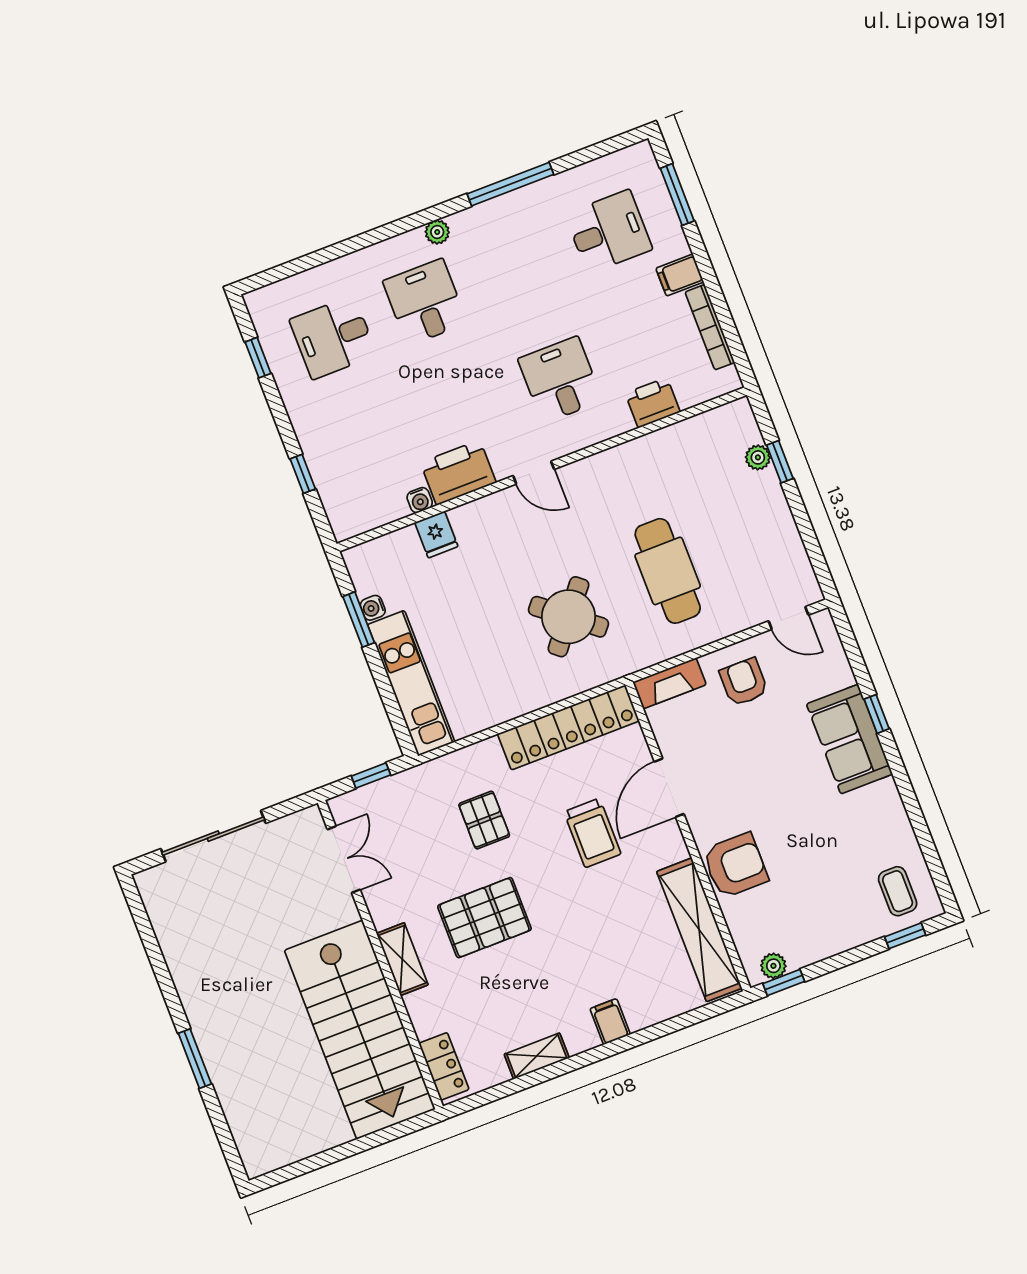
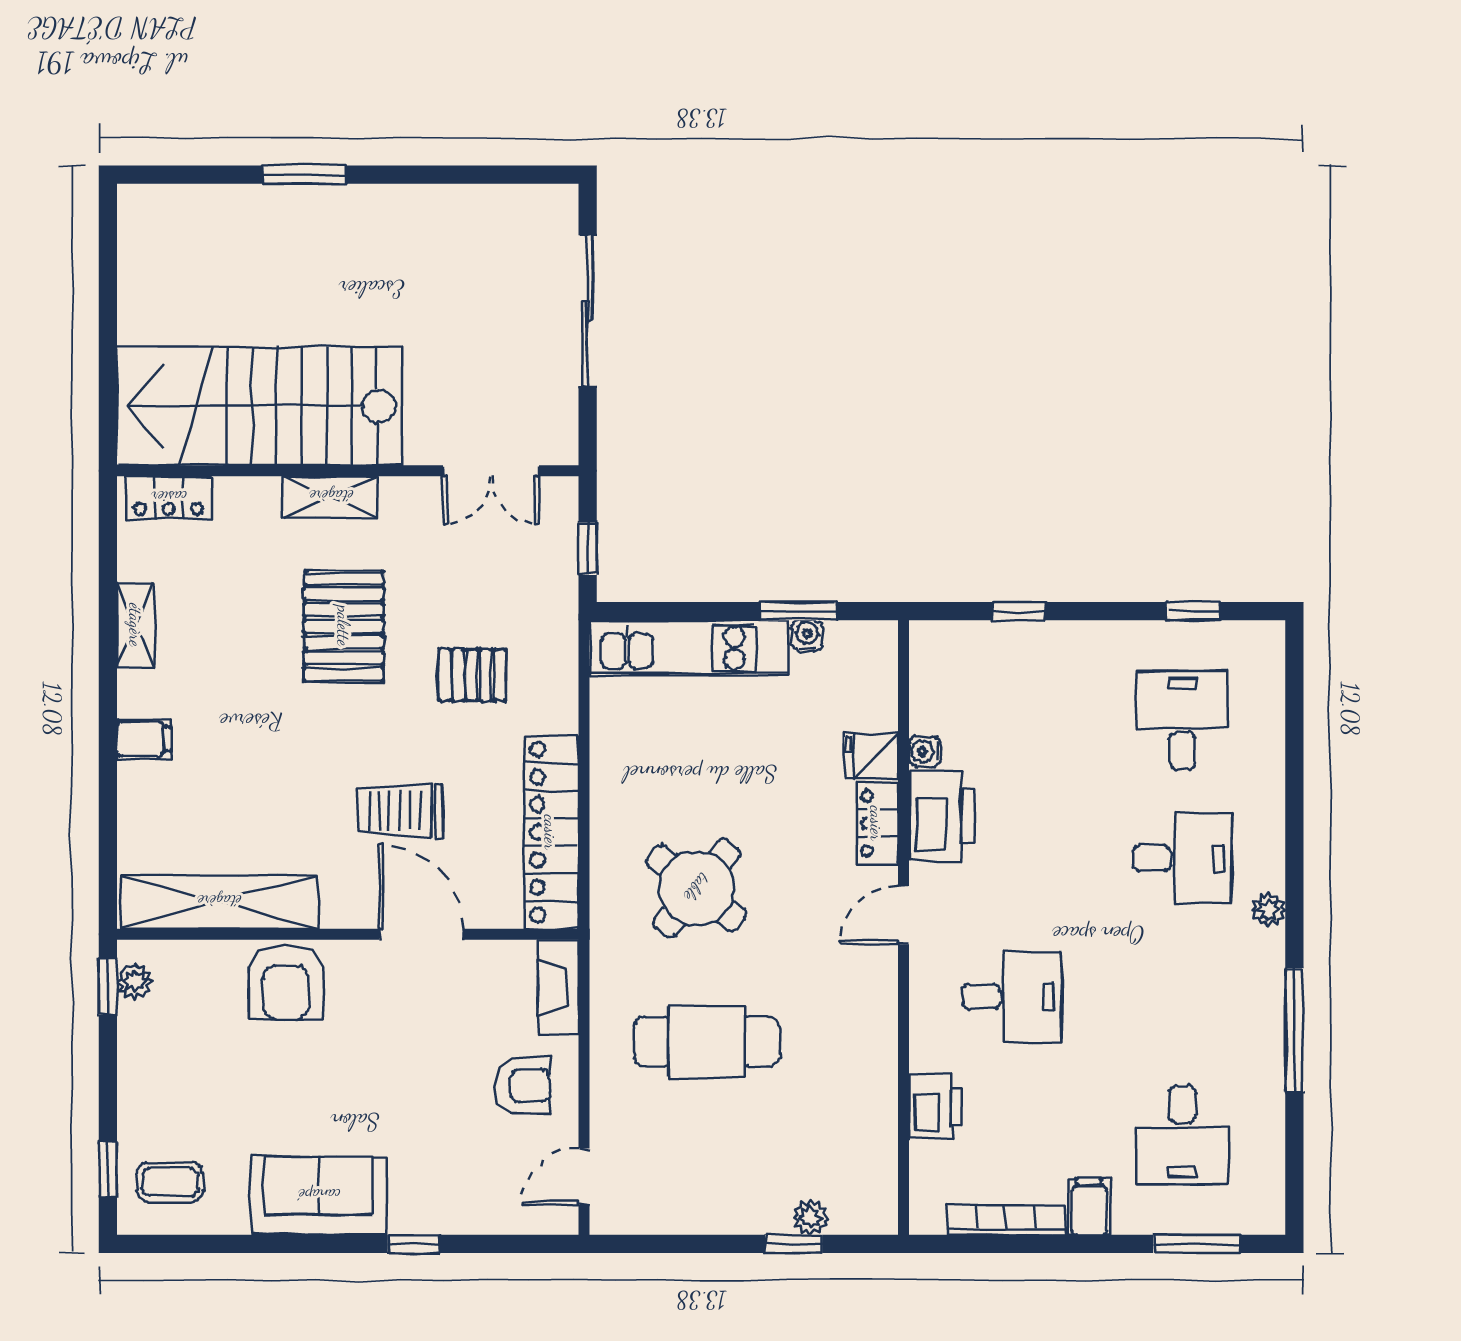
locker: (480, 513) -> (877, 823), added
sofa: (850, 739) -> (319, 1196), moved

